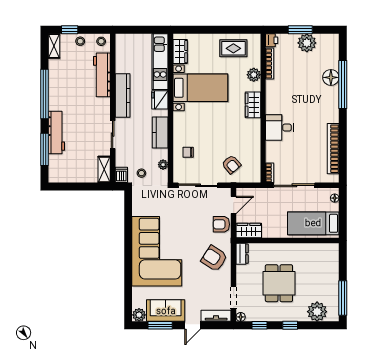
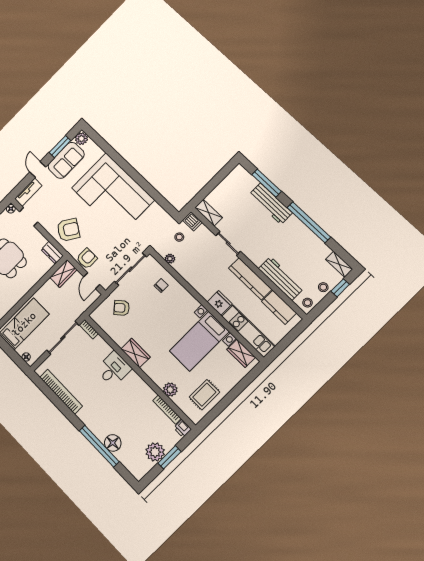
wardrobe: (253, 105) -> (136, 353), moved
kitchen counter: (160, 133) -> (279, 307), moved, turned 180

